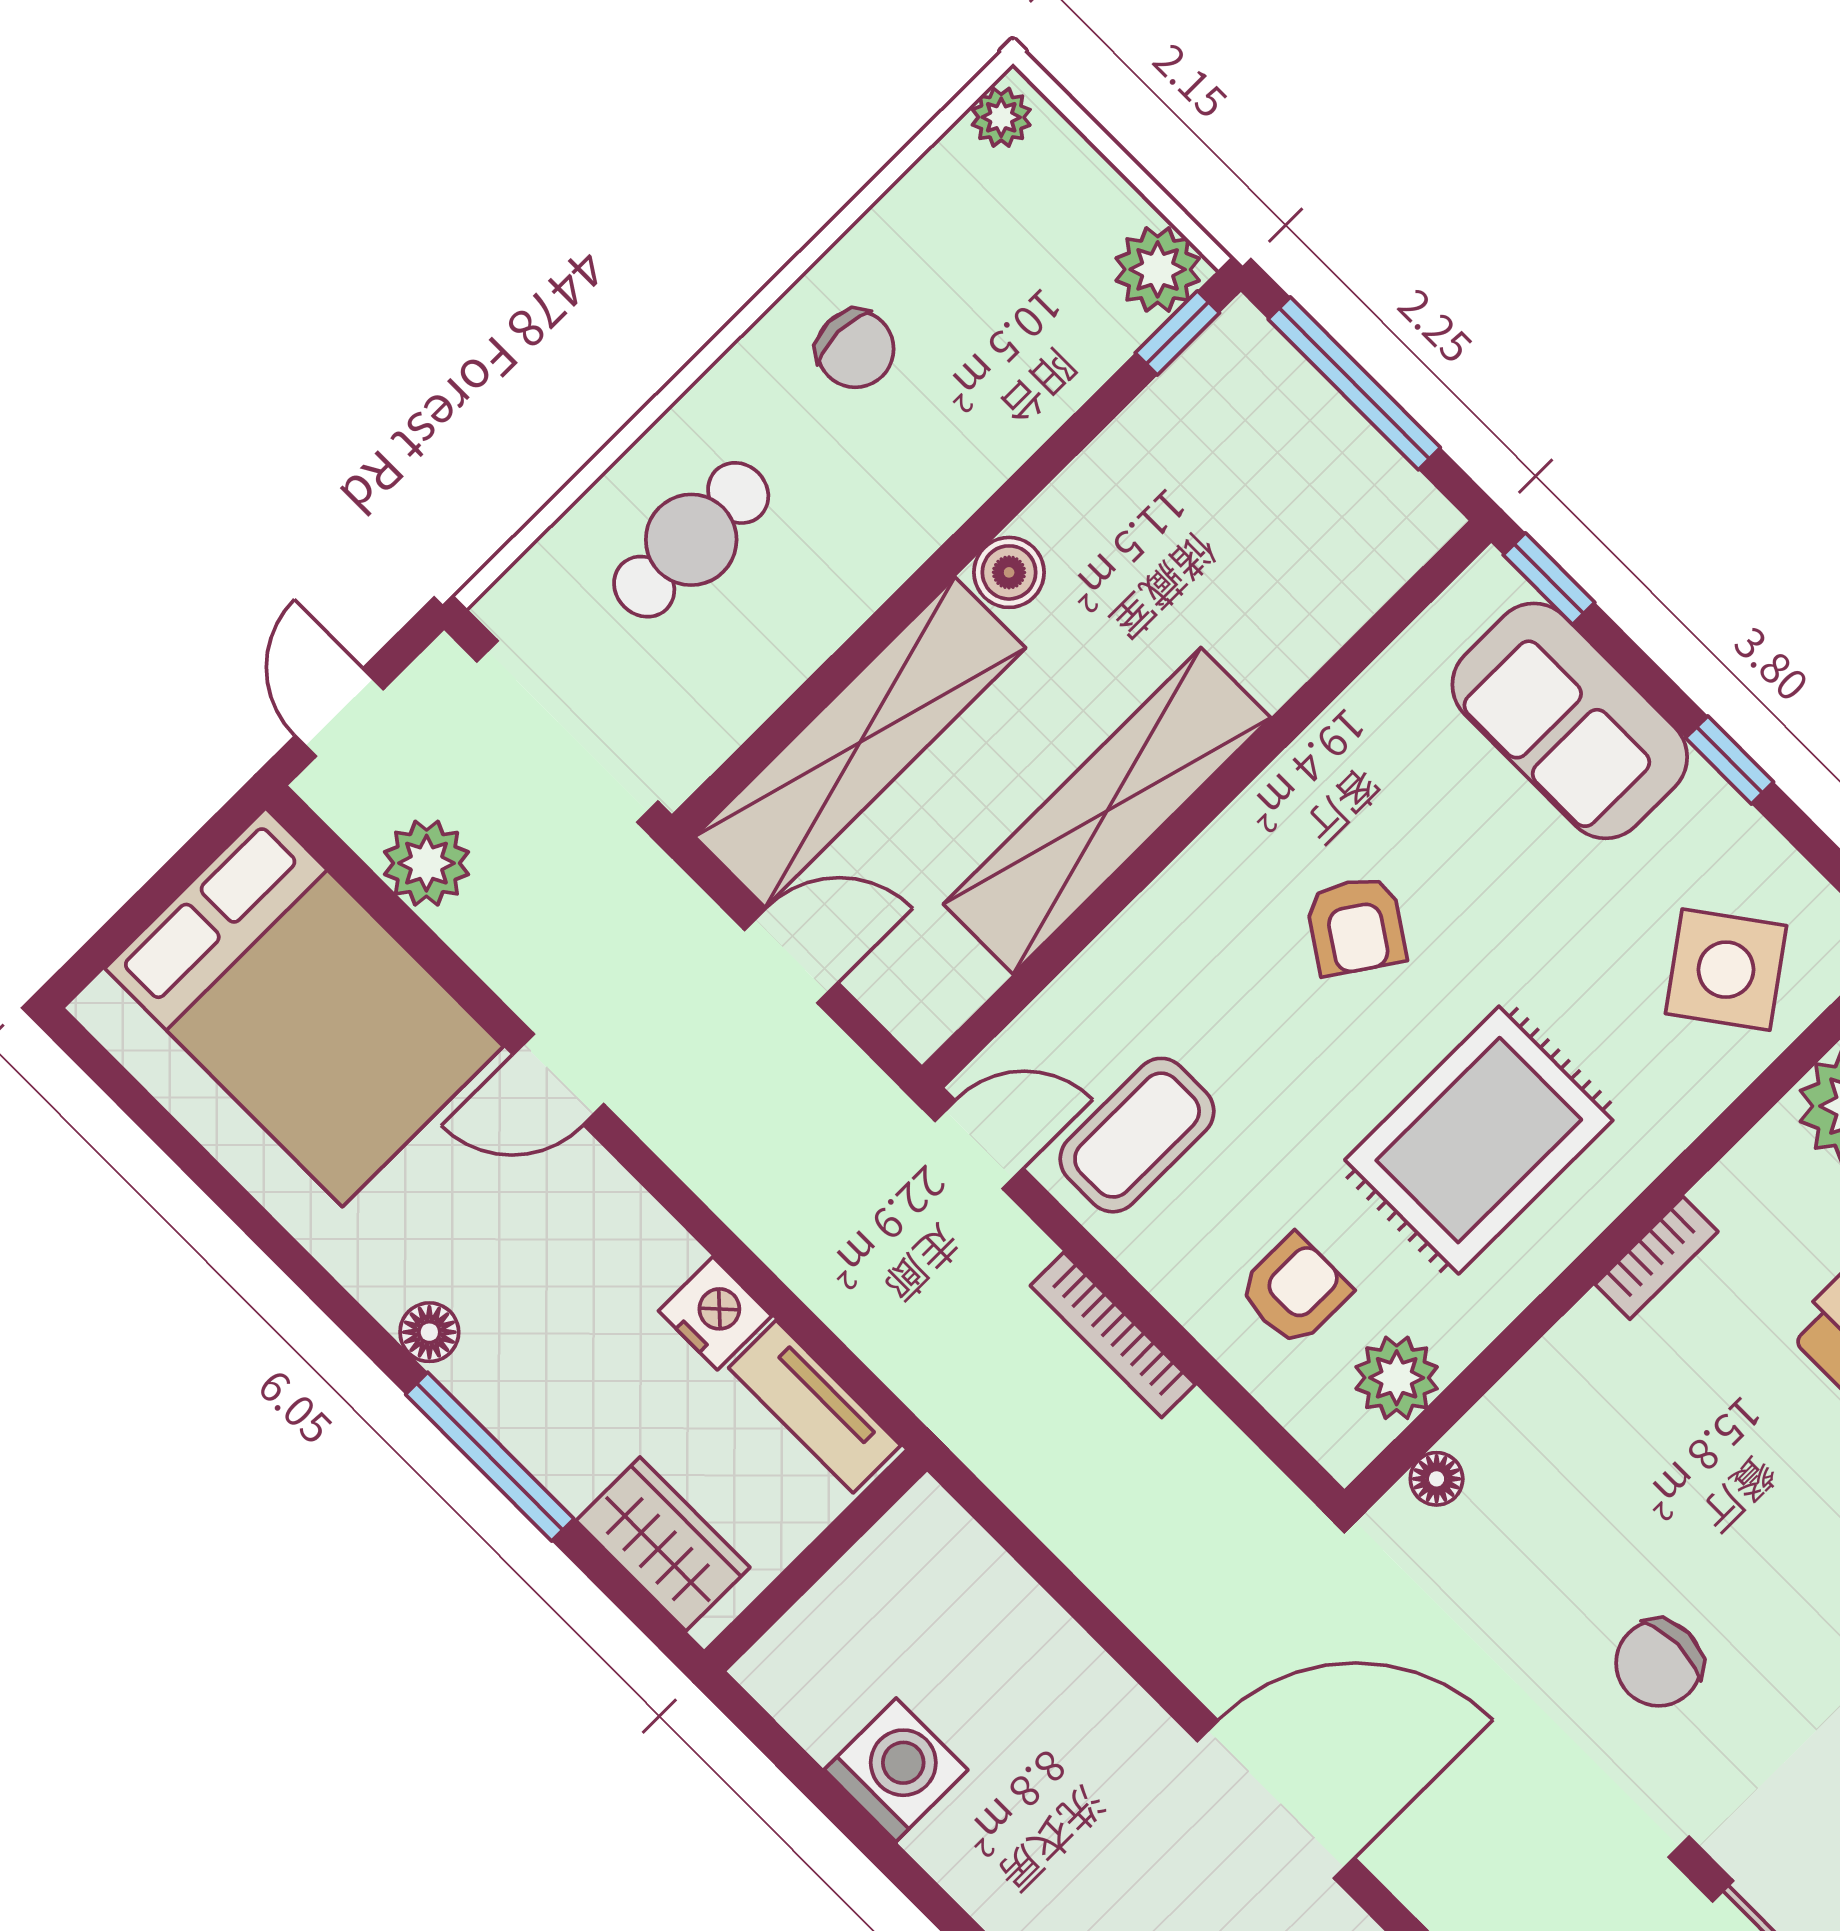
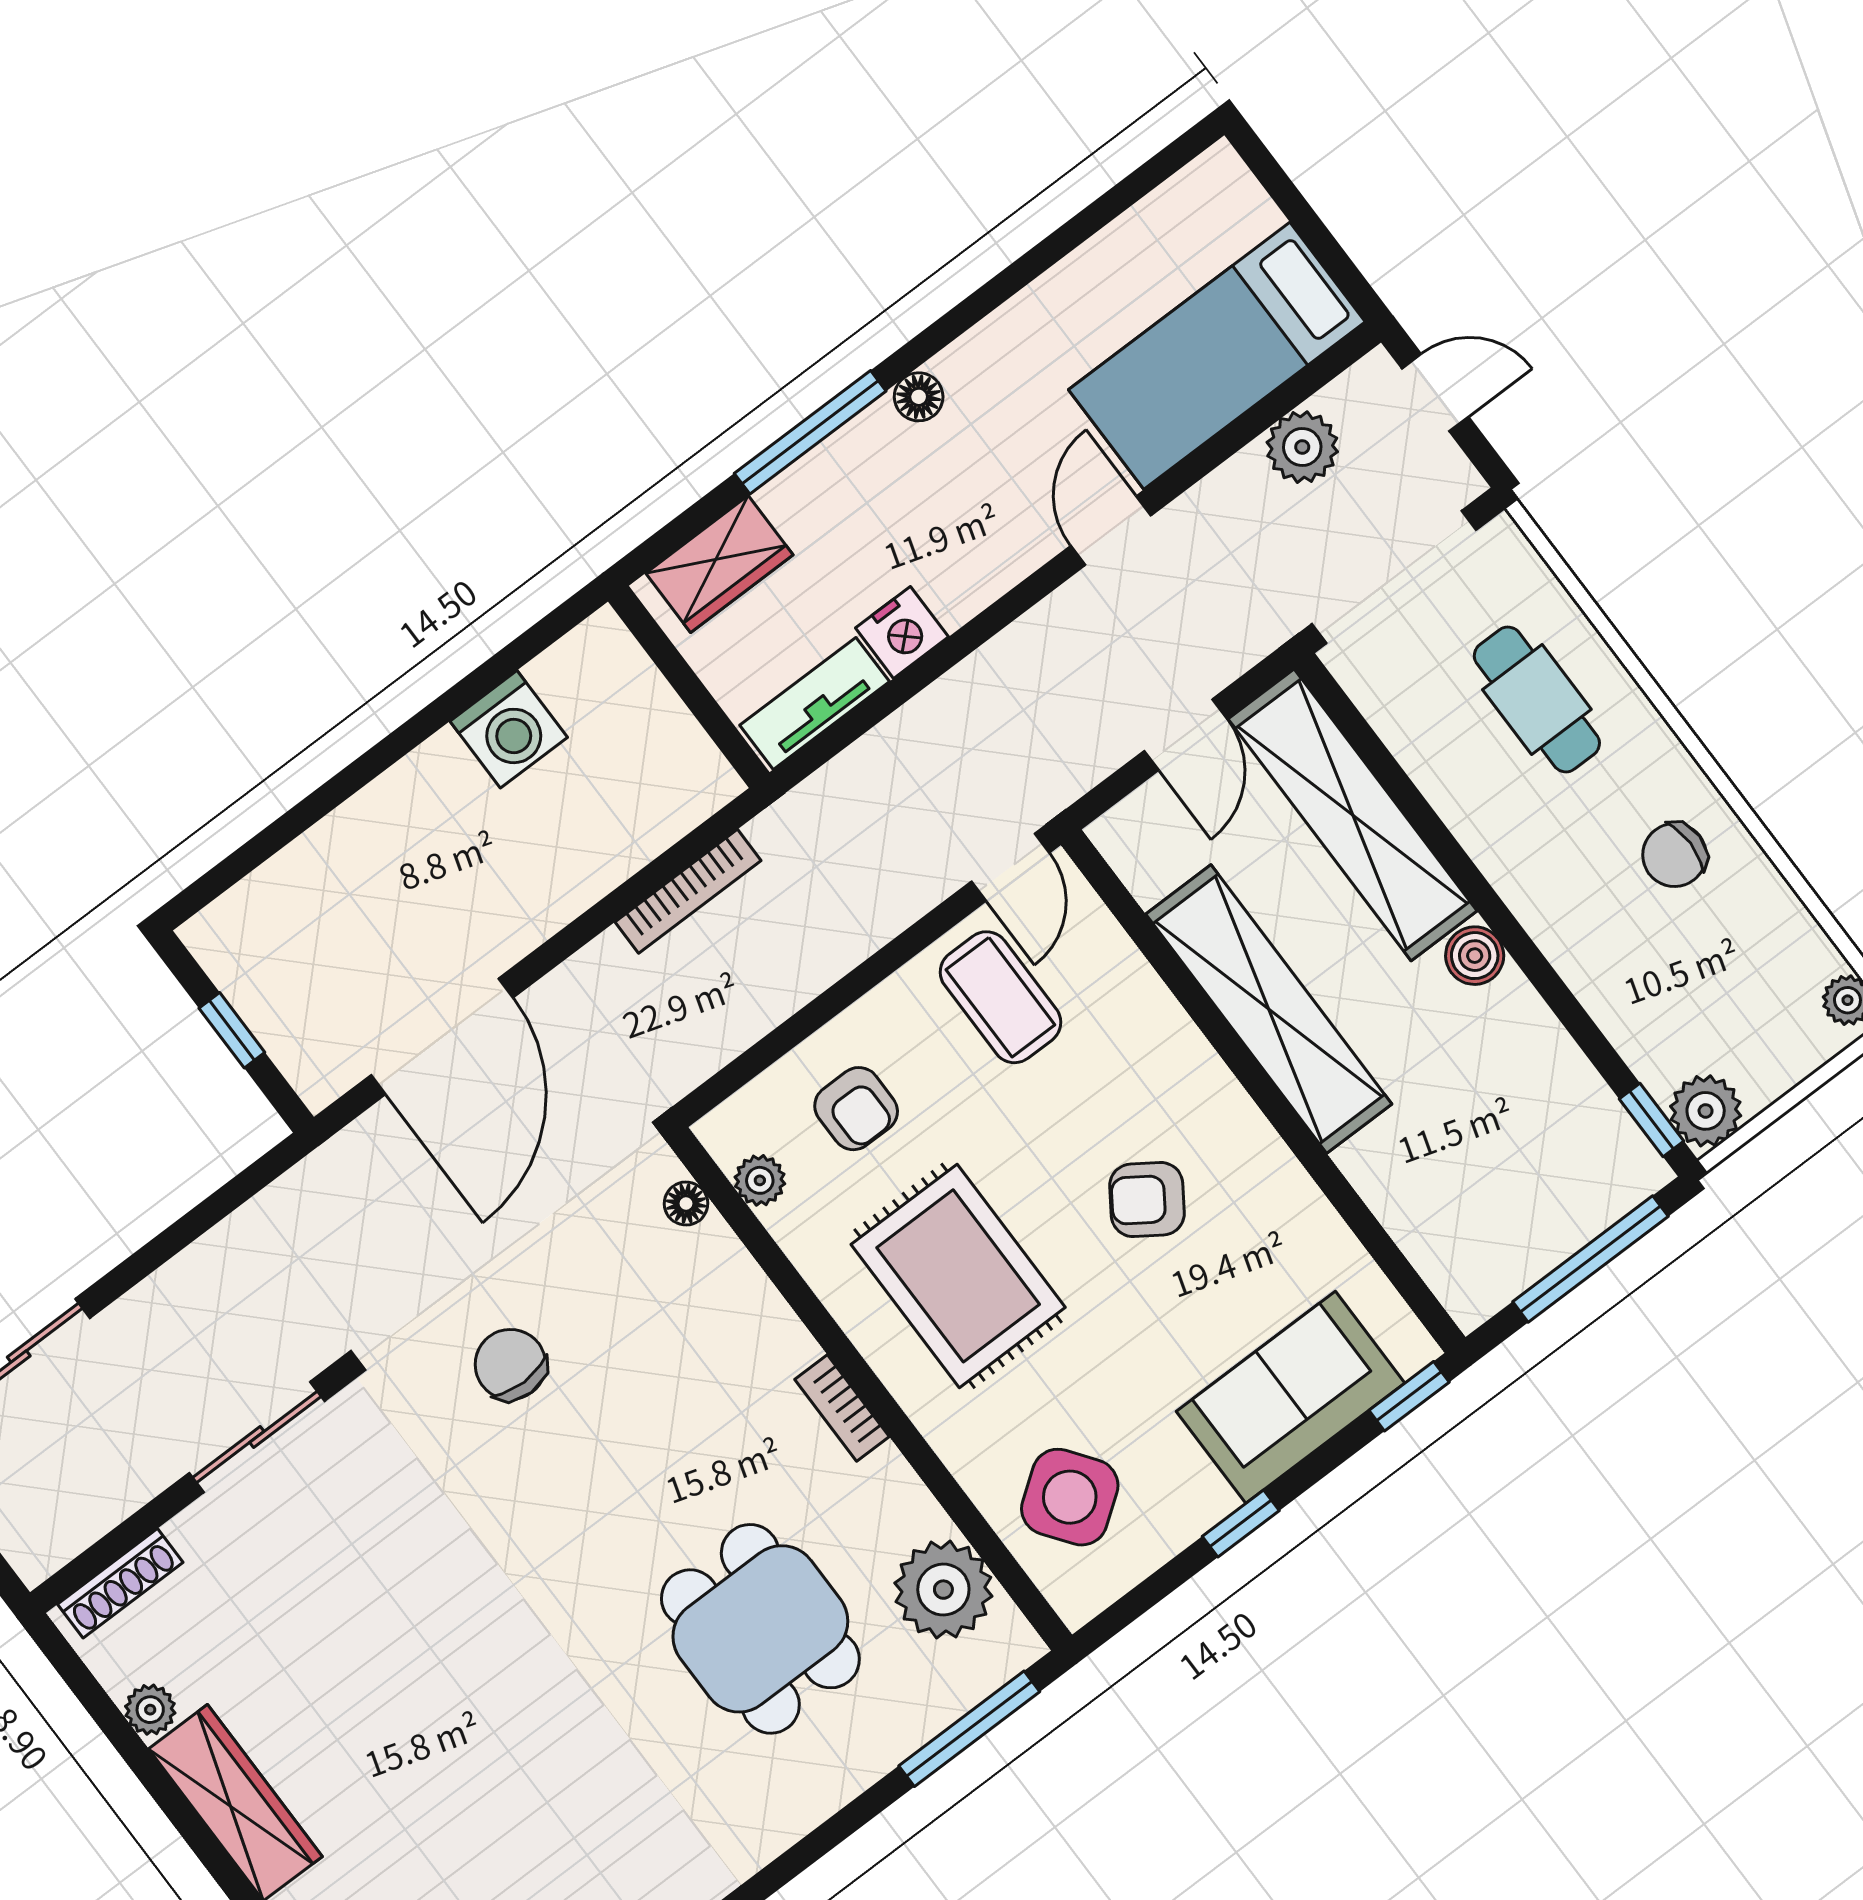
bed: (304, 1007) -> (1217, 356), width x0.67
bookcase: (1113, 1335) -> (688, 891), moved, turned 180
plant: (1397, 1378) -> (760, 1180), width x0.73, depth x0.73

